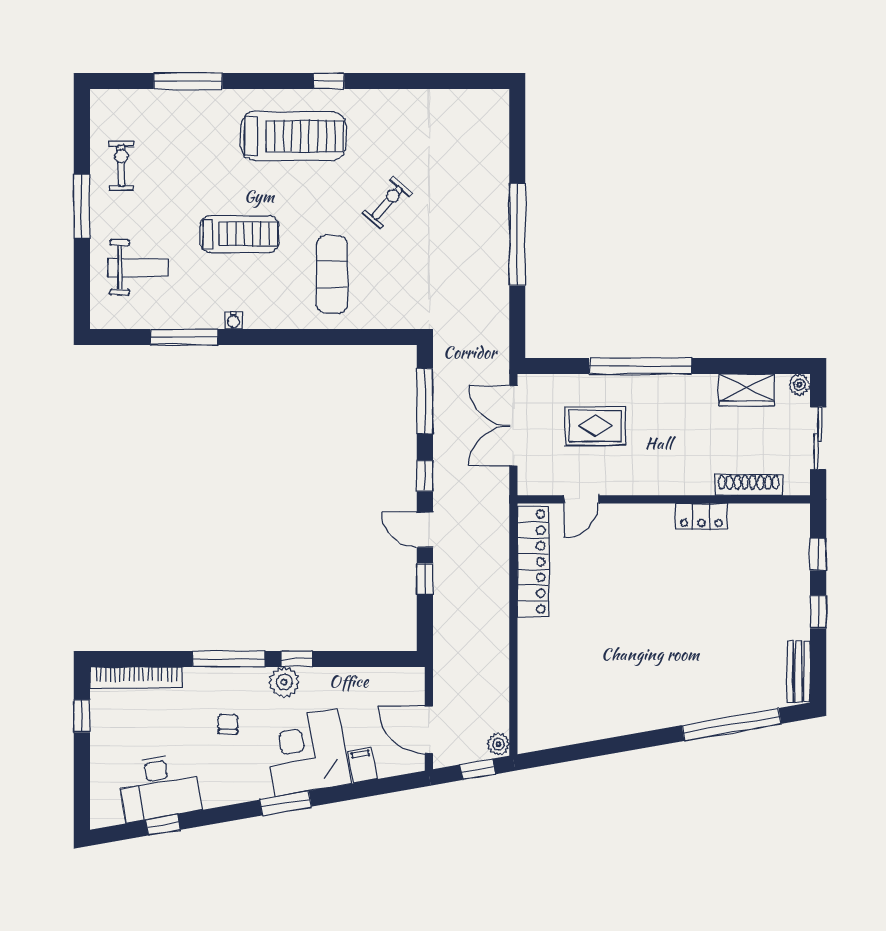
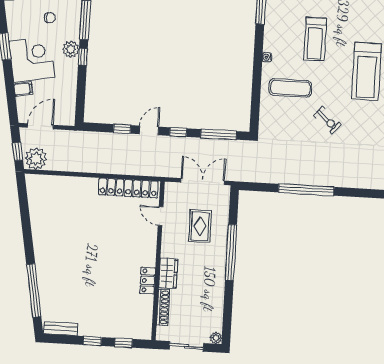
water cooler: (233, 321) -> (267, 57), moved
wardrobe: (747, 390) -> (168, 273), moved, turned 180
plant: (498, 744) -> (36, 159), width x1.87, depth x1.87

